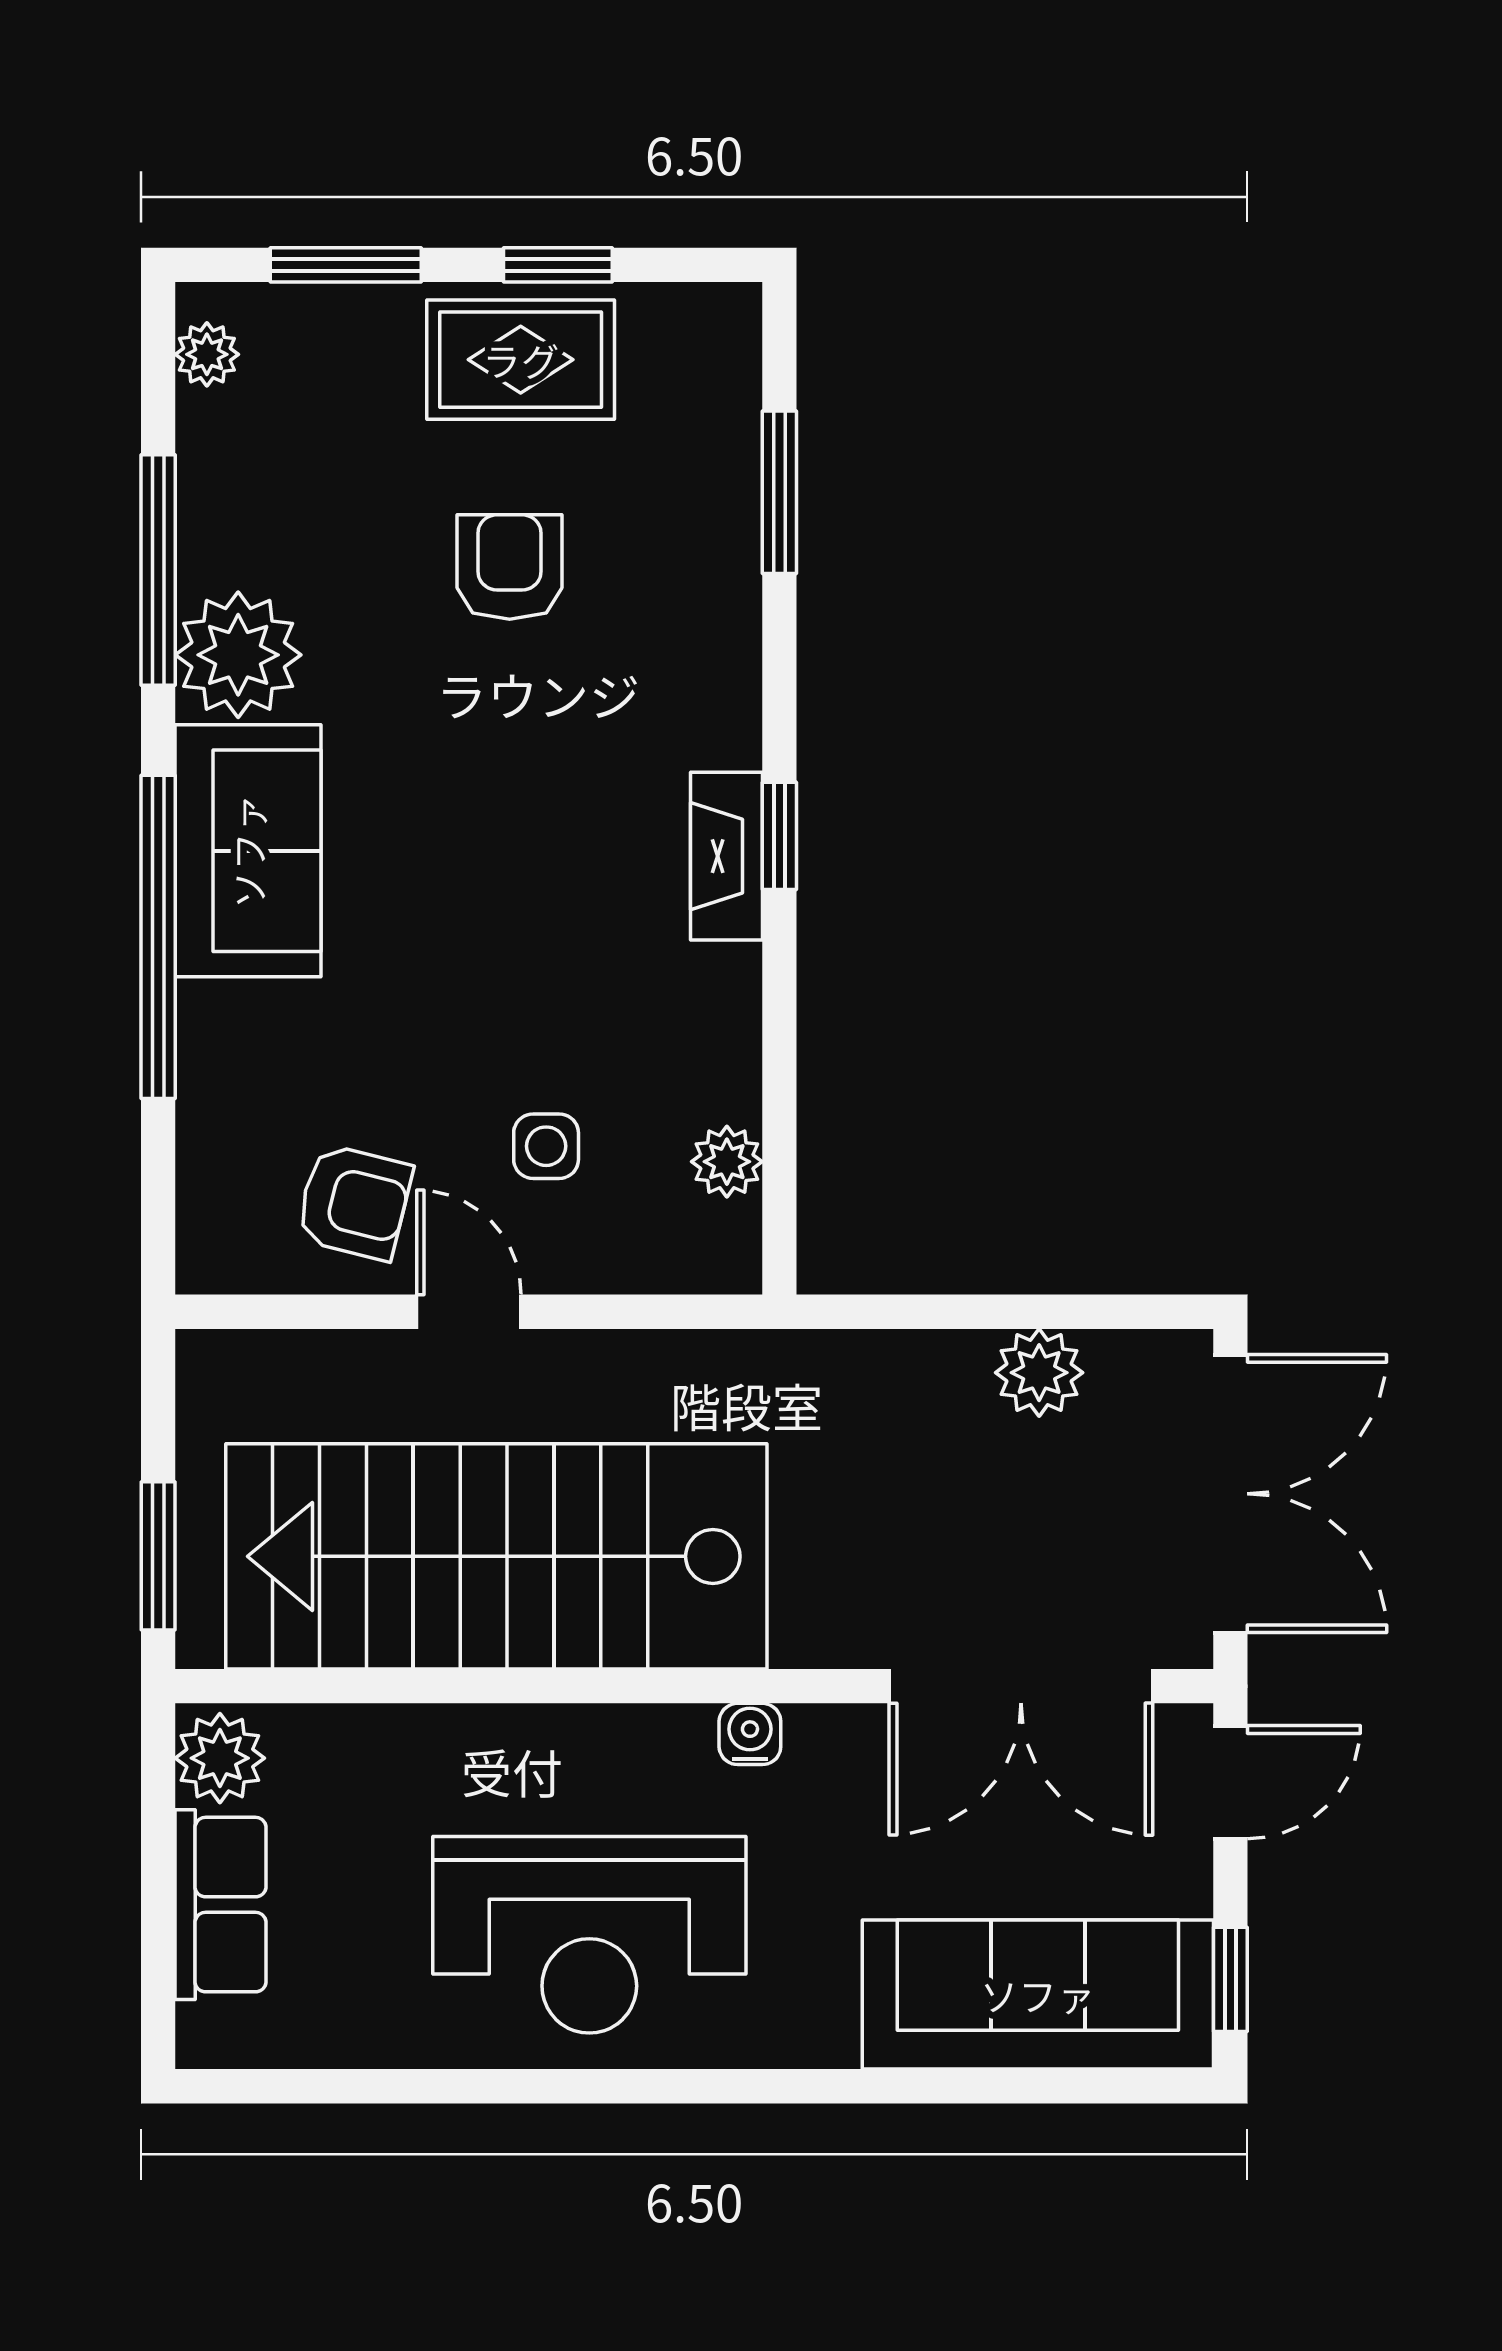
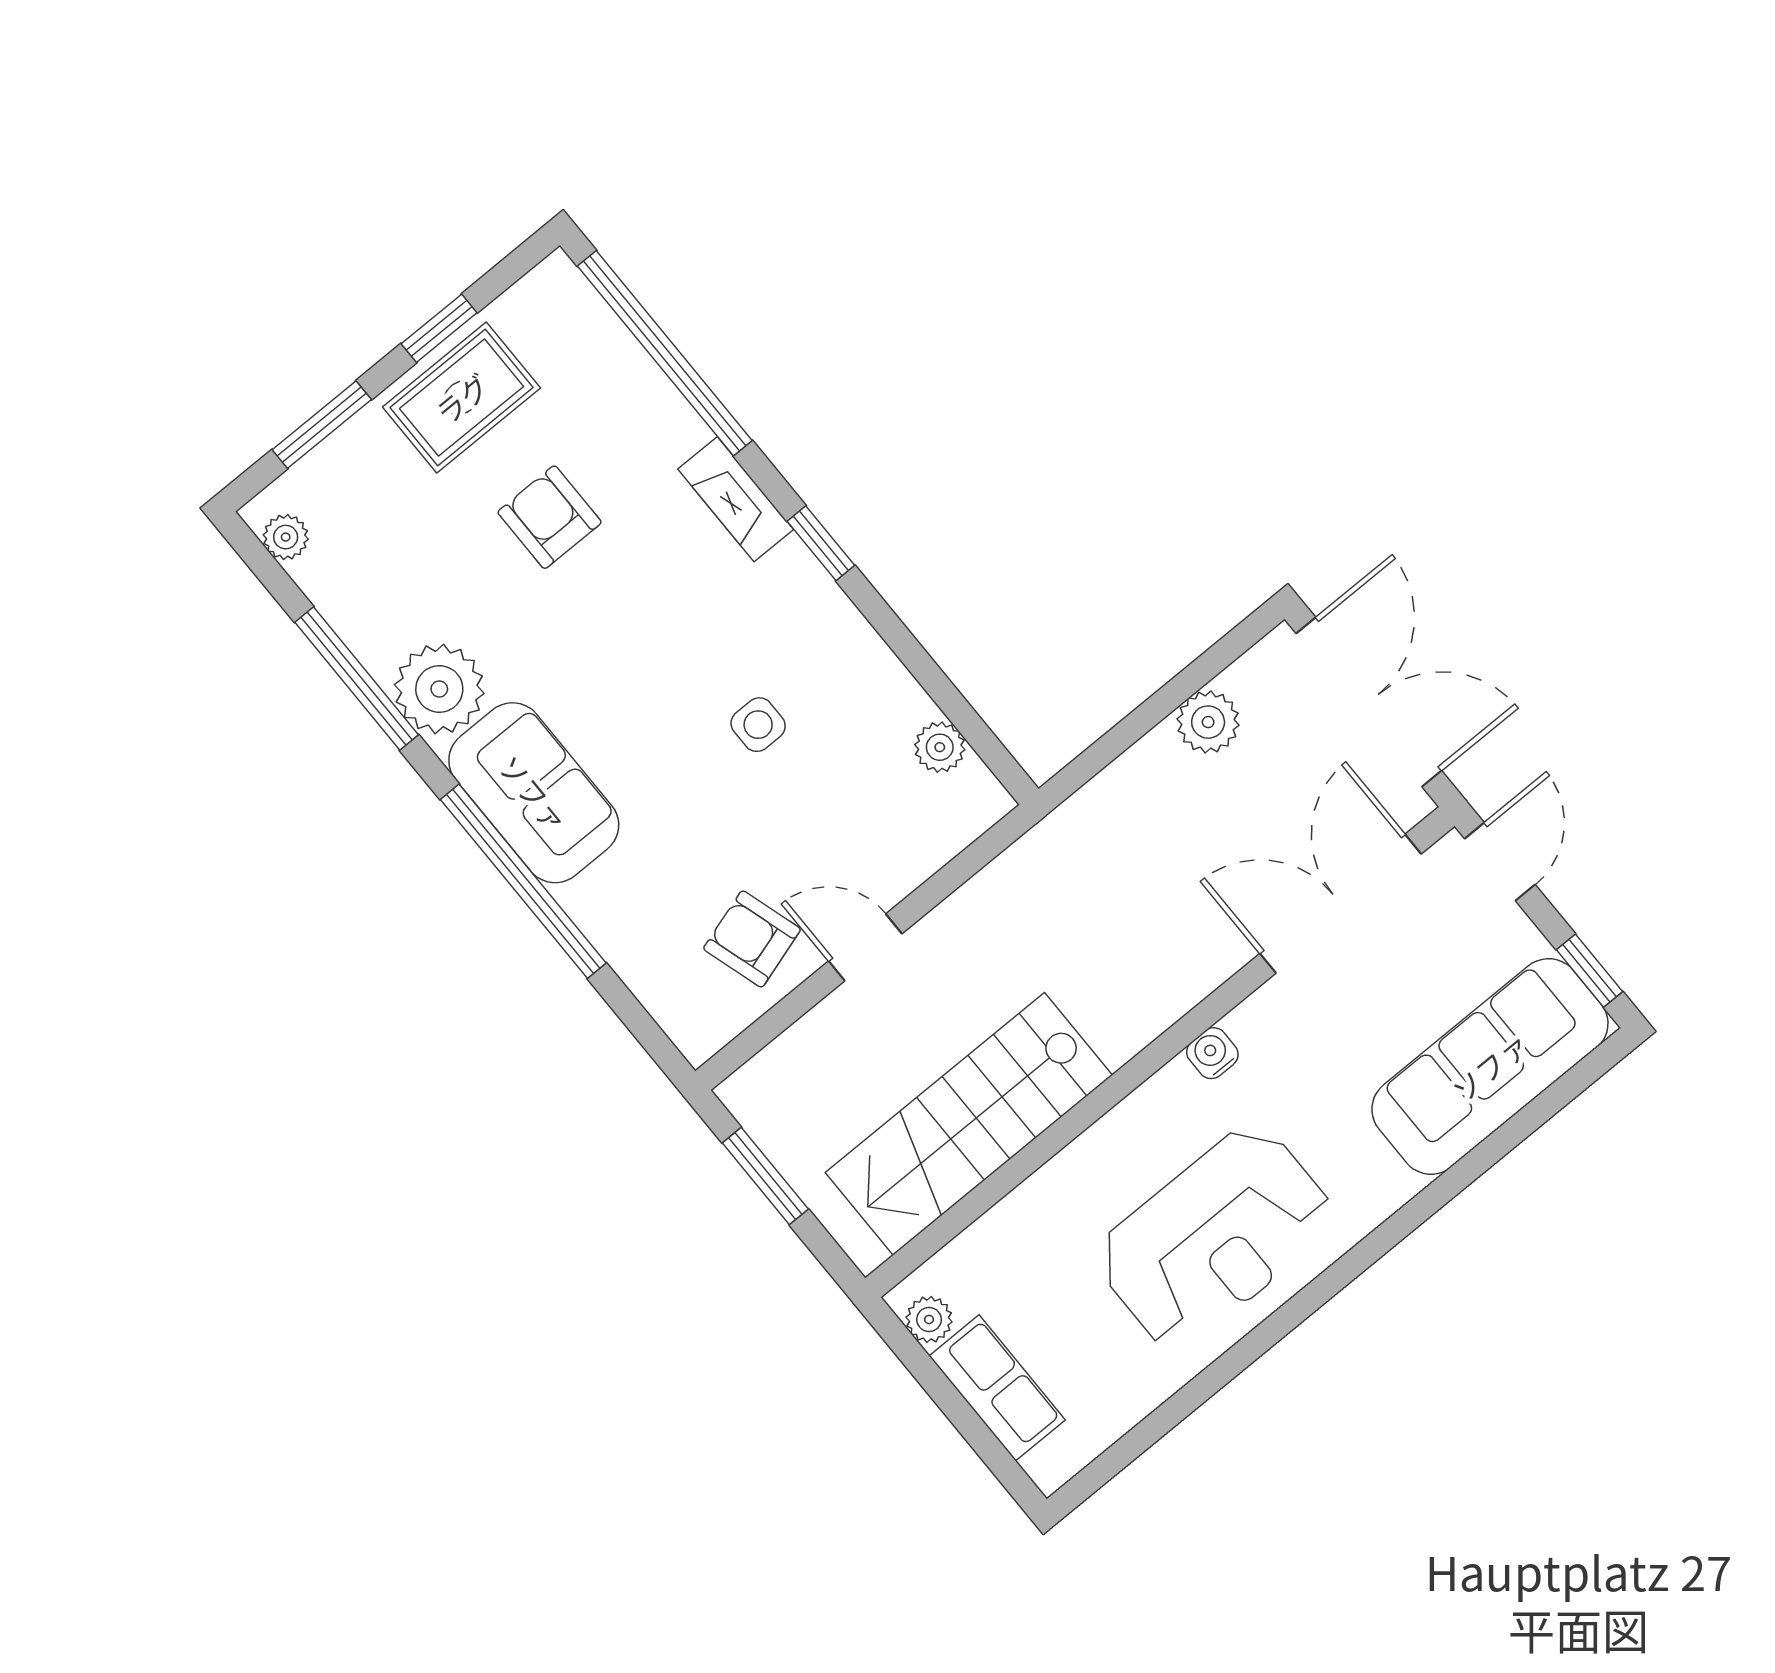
window: (779, 492) -> (665, 353), width x2.11
fireplace: (727, 856) -> (736, 499), moved
side table: (546, 1146) -> (758, 725), moved
armchair: (354, 1202) -> (752, 939), turned -121
window: (158, 1556) -> (765, 1176), moved
stairs: (496, 1556) -> (969, 1124), width x0.73, depth x0.66
double door: (1021, 1686) -> (1341, 904), swing flipped
plant: (220, 1758) -> (929, 1319), width x0.73, depth x0.73

